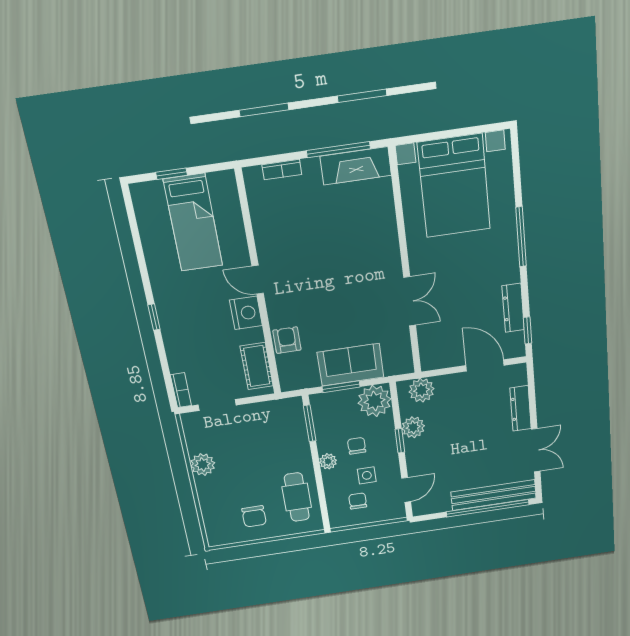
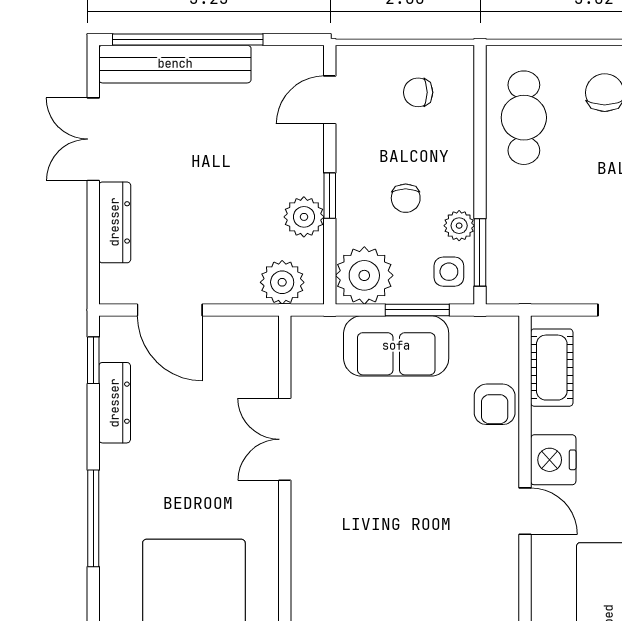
plant: (328, 461) -> (459, 226), moved
side table: (367, 475) -> (449, 272), moved
chair: (358, 501) -> (418, 92), turned 90

